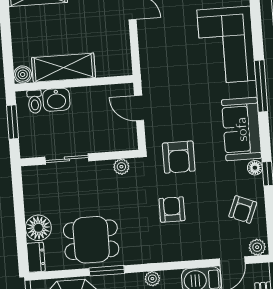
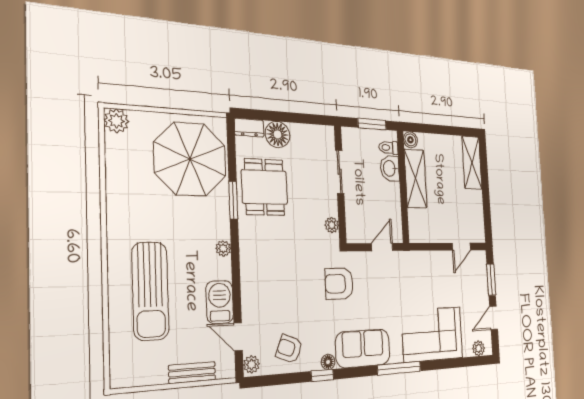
armchair: (172, 210) -> (291, 274), removed

